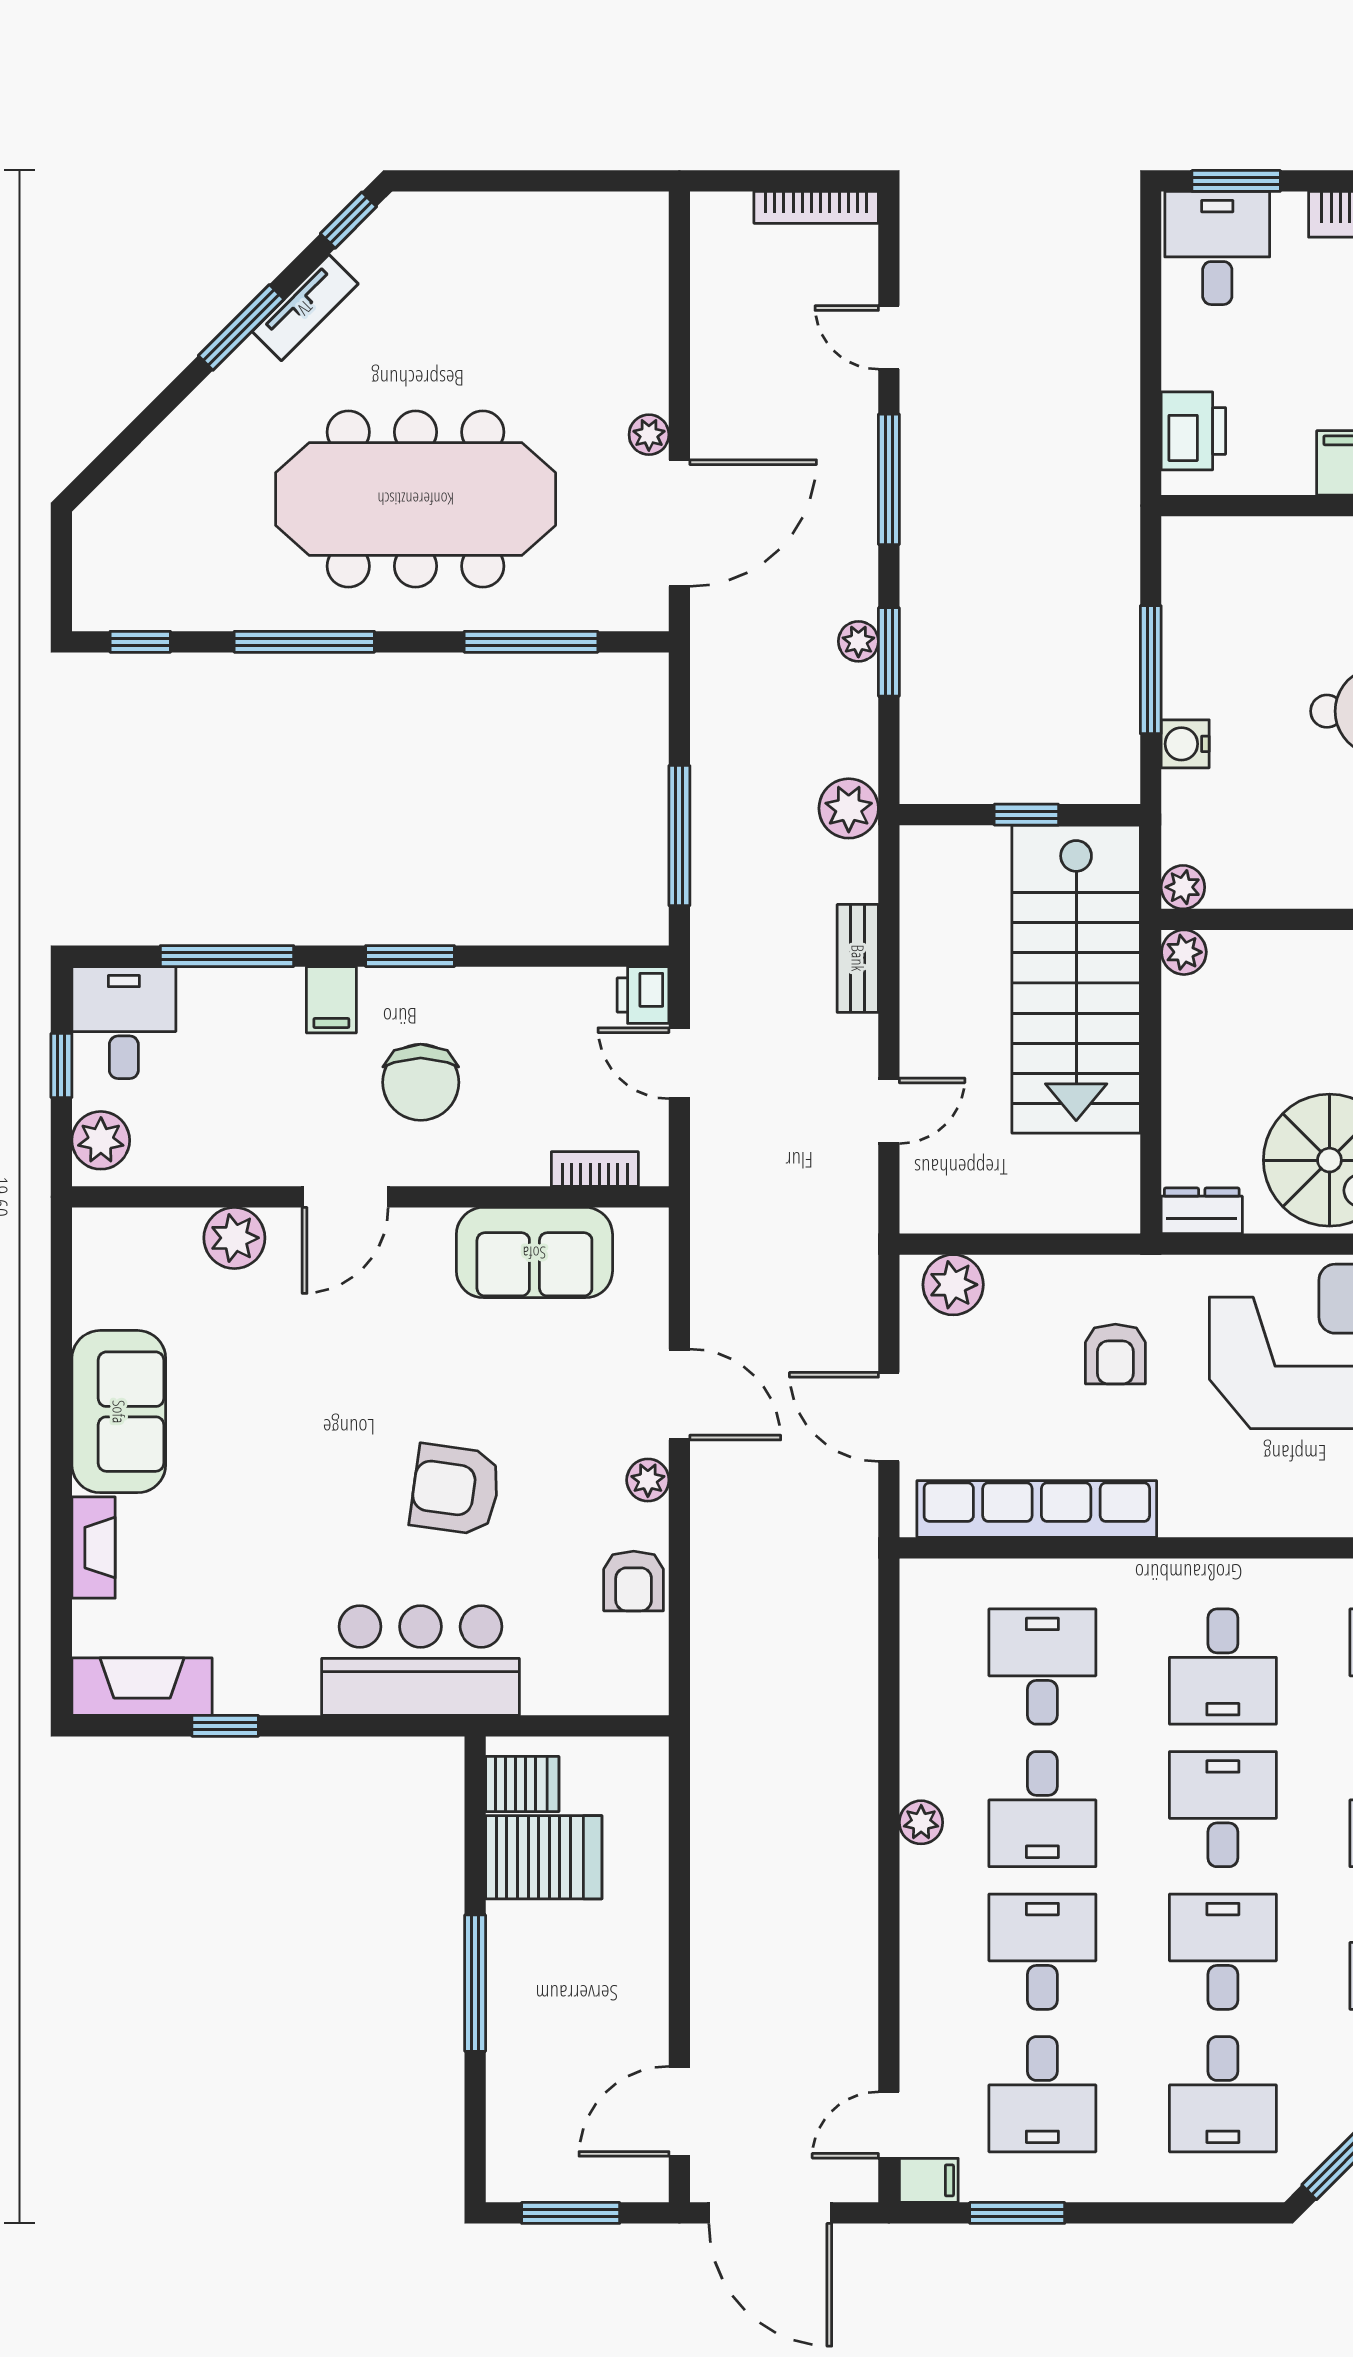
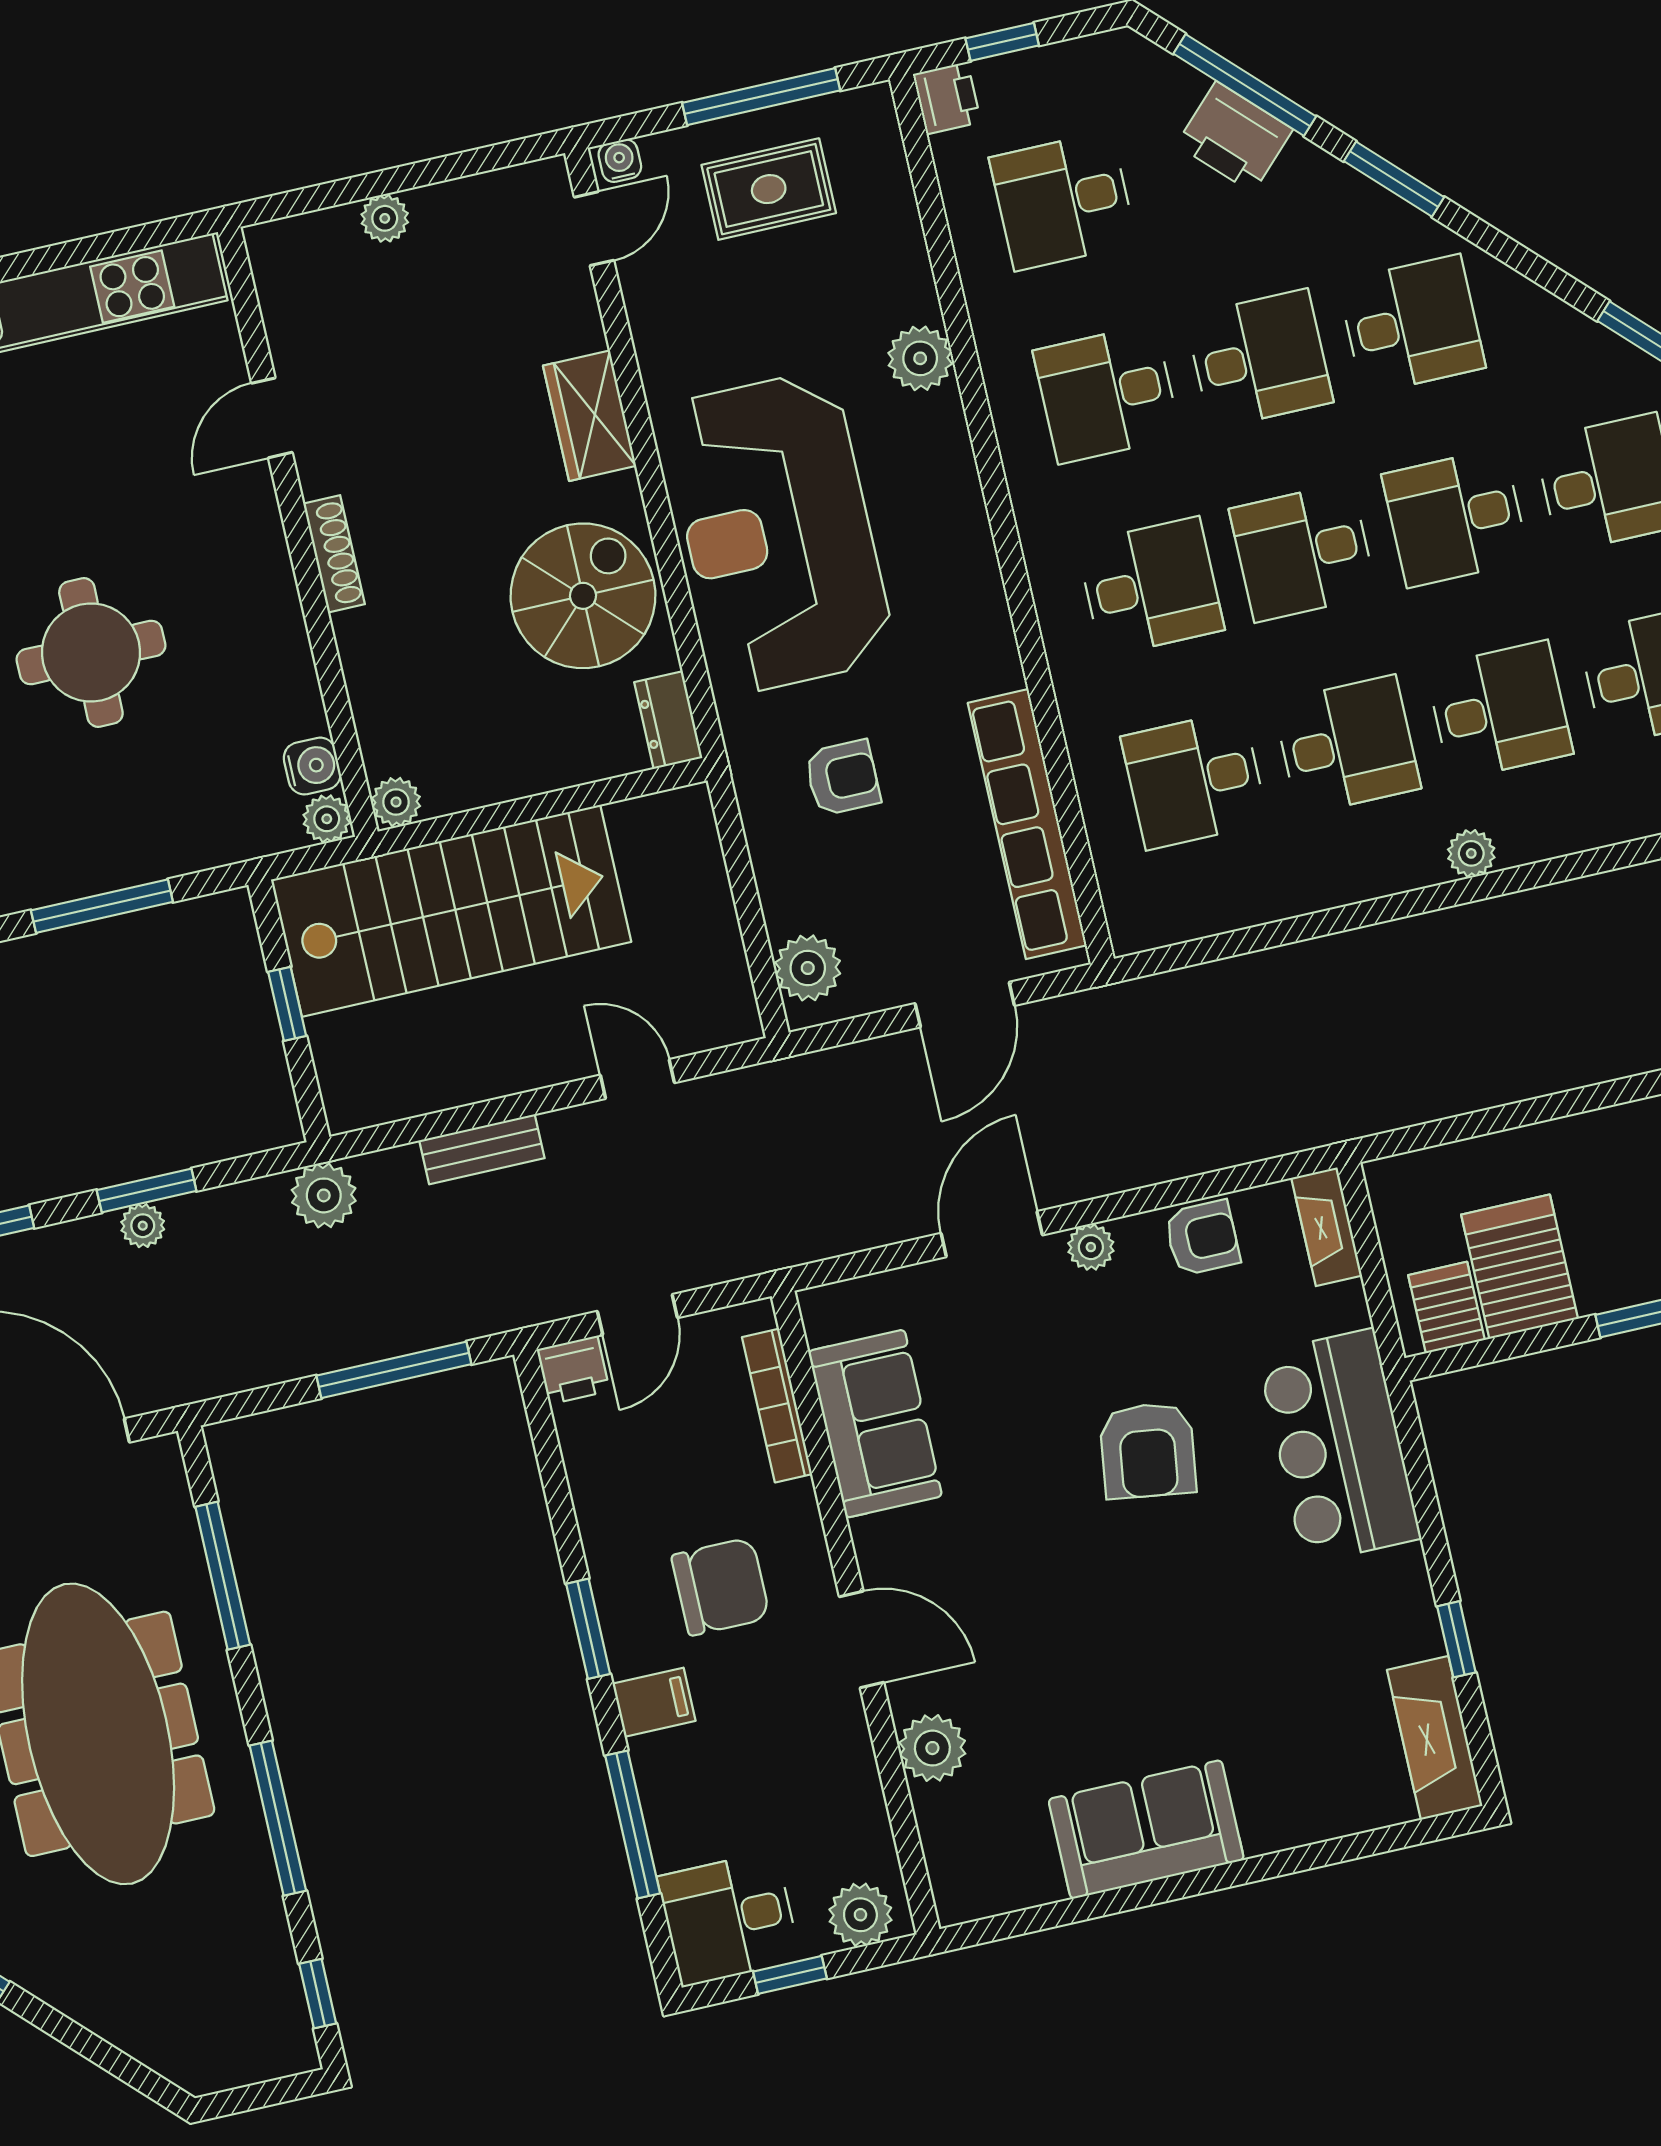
water cooler: (1185, 744) -> (312, 766), moved, turned -90
bookcase: (595, 1169) -> (777, 1406), width x1.56
fireplace: (94, 1548) -> (1327, 1227), moved, turned -90
plant: (921, 1822) -> (1471, 853), moved
desk: (1042, 1952) -> (1499, 710), turned 180

